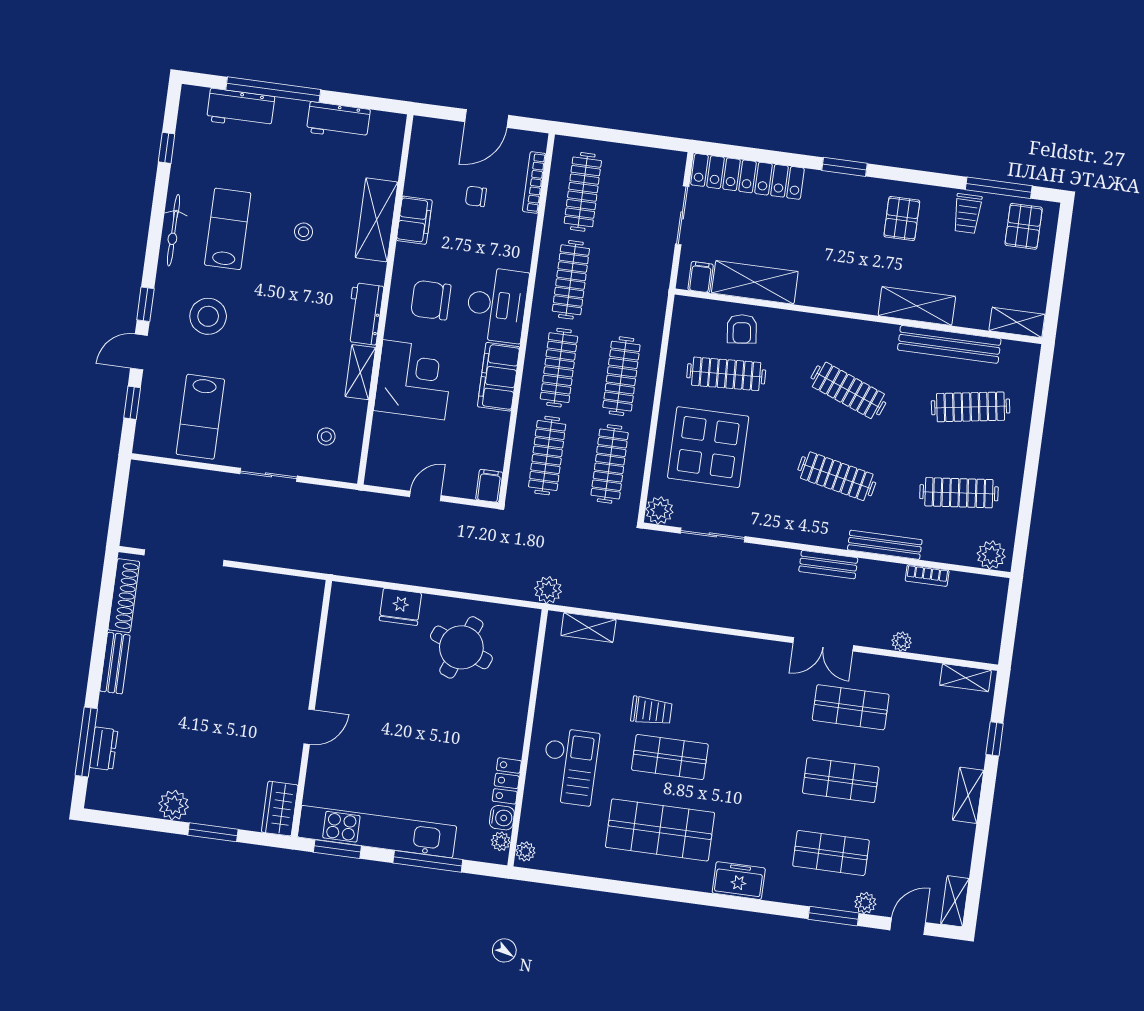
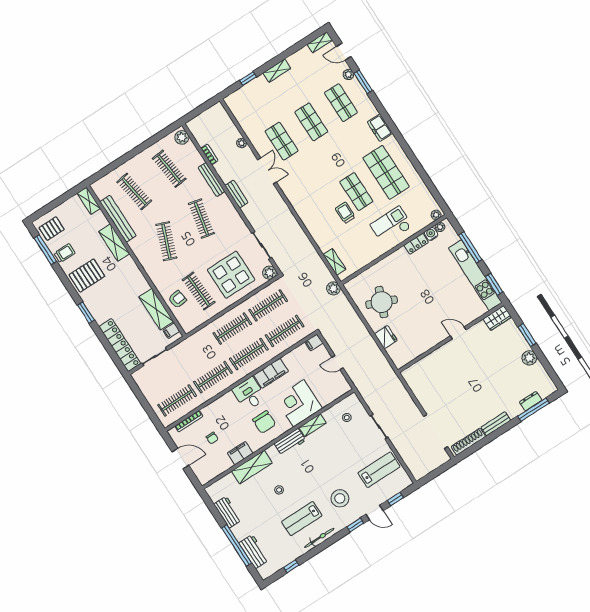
pallet: (902, 218) -> (87, 275), width x1.50, depth x1.42
desk: (497, 305) -> (249, 394), width x0.73
shelving: (965, 678) -> (235, 108), removed

